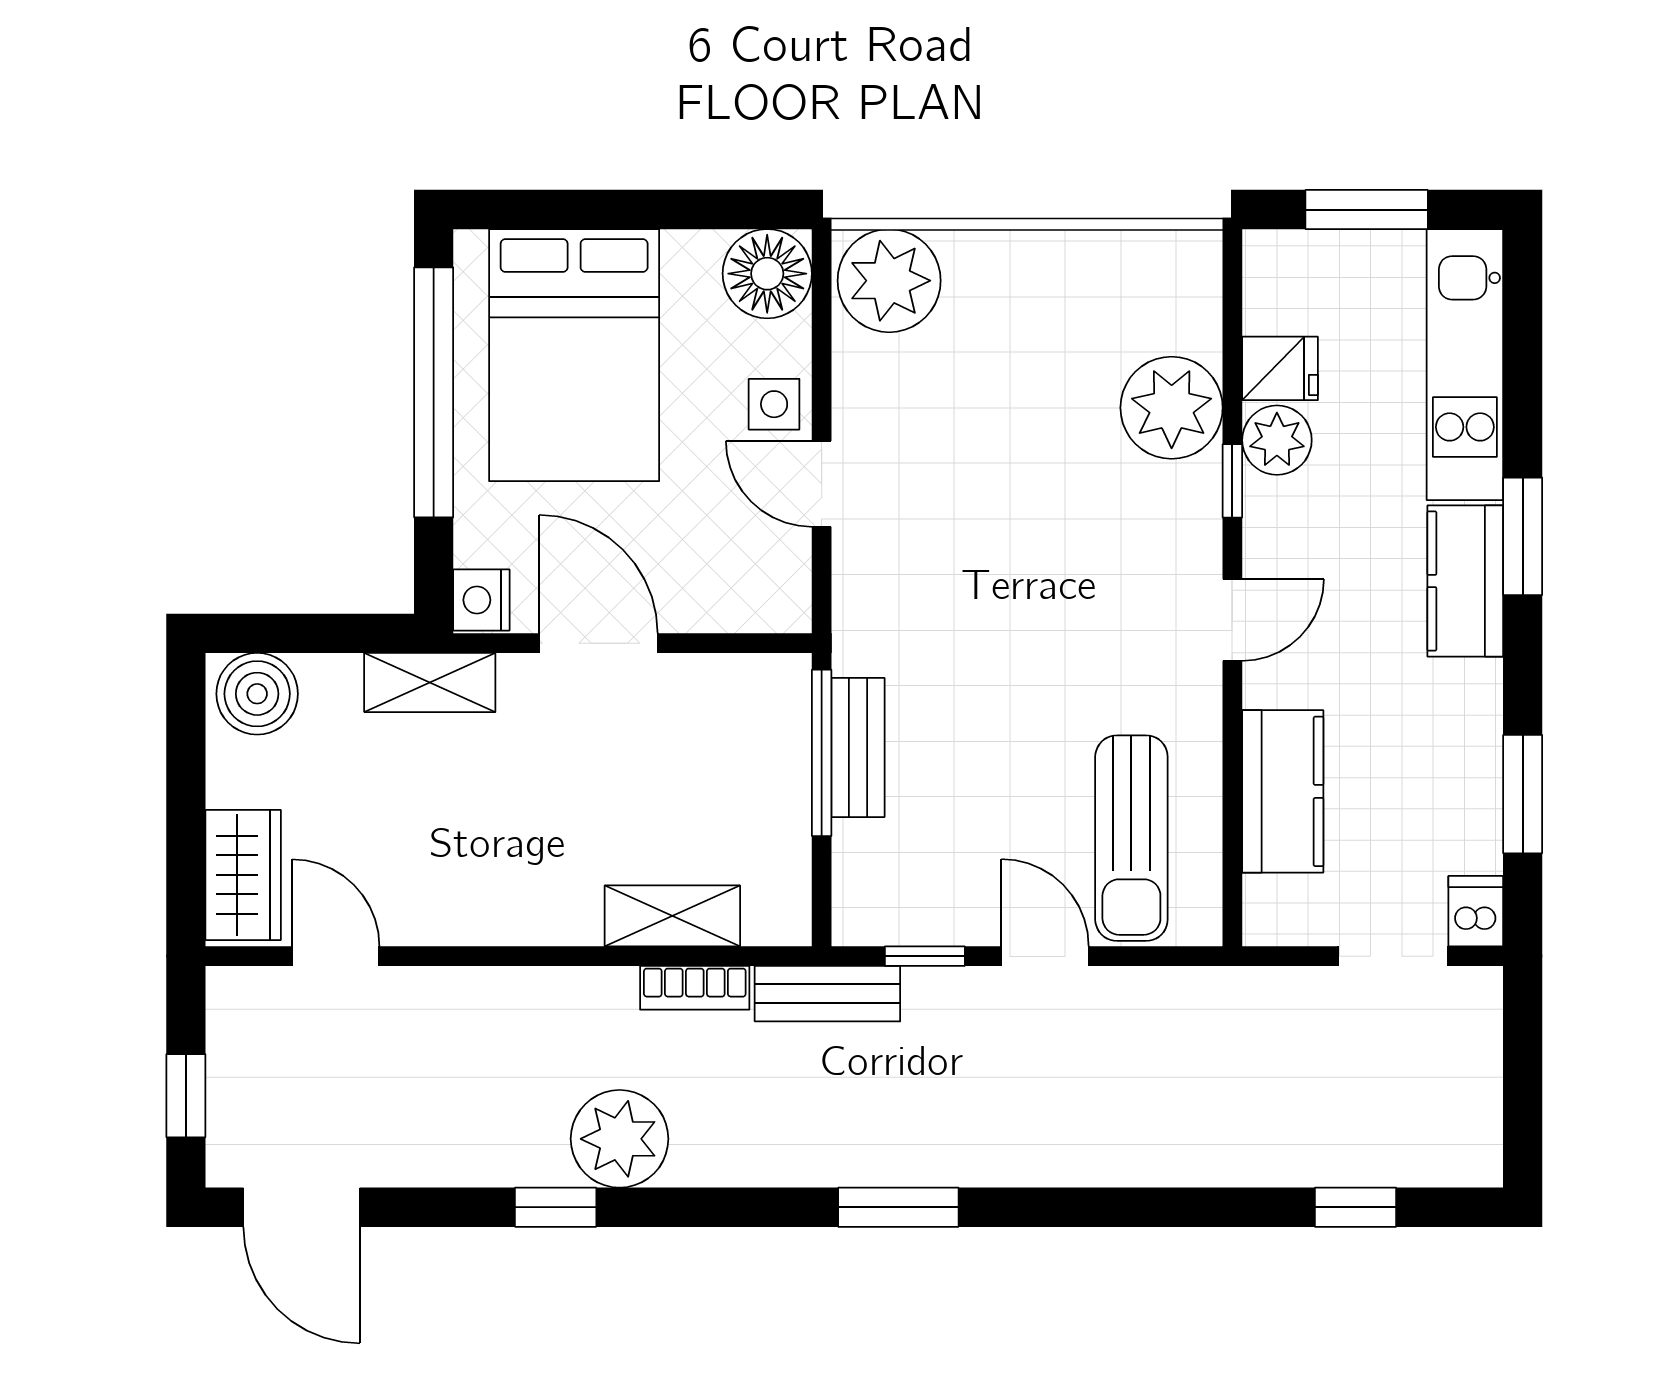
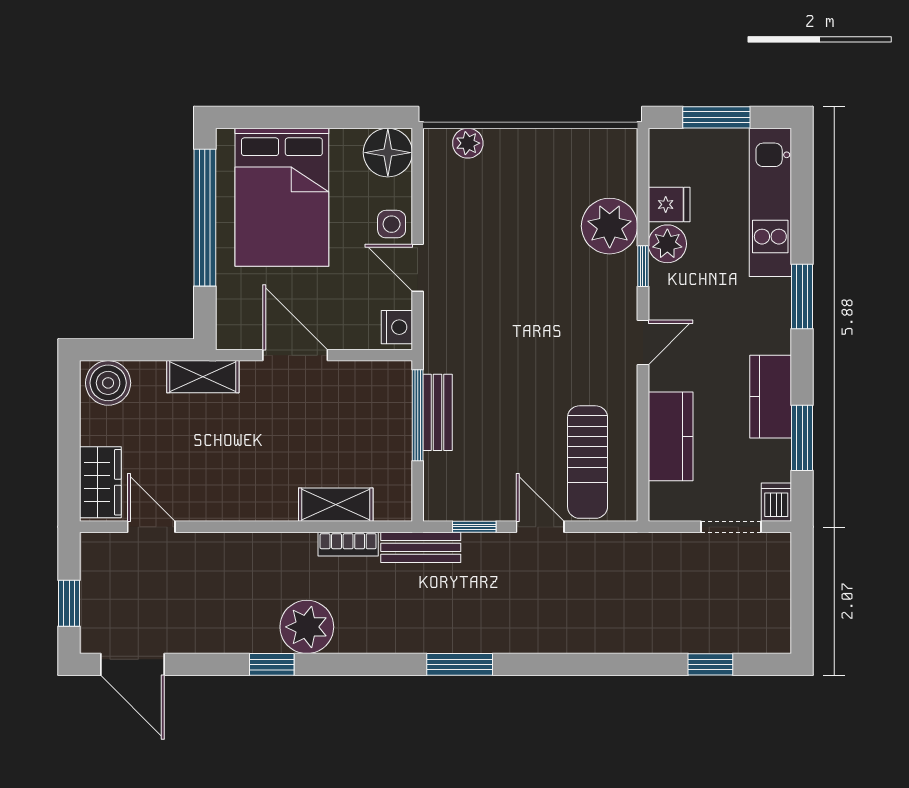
plant: (889, 281) -> (468, 143), width x0.53, depth x0.53
kitchen counter: (1465, 581) -> (771, 397), moved
nightstand: (481, 600) -> (397, 327), moved, turned 180

